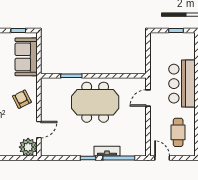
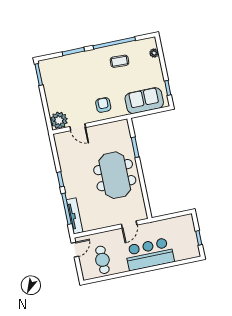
door: (148, 98) -> (129, 225), swing flipped
armchair: (22, 99) -> (103, 105), turned -63
cafe table: (178, 132) -> (102, 260), turned 90
tv unit: (107, 151) -> (75, 216), moved, width x1.41

